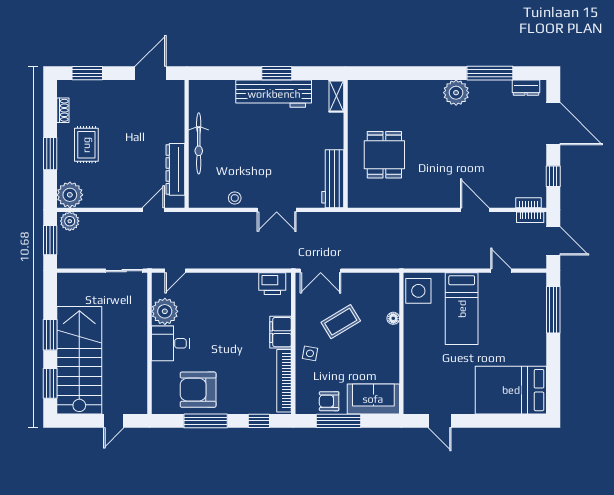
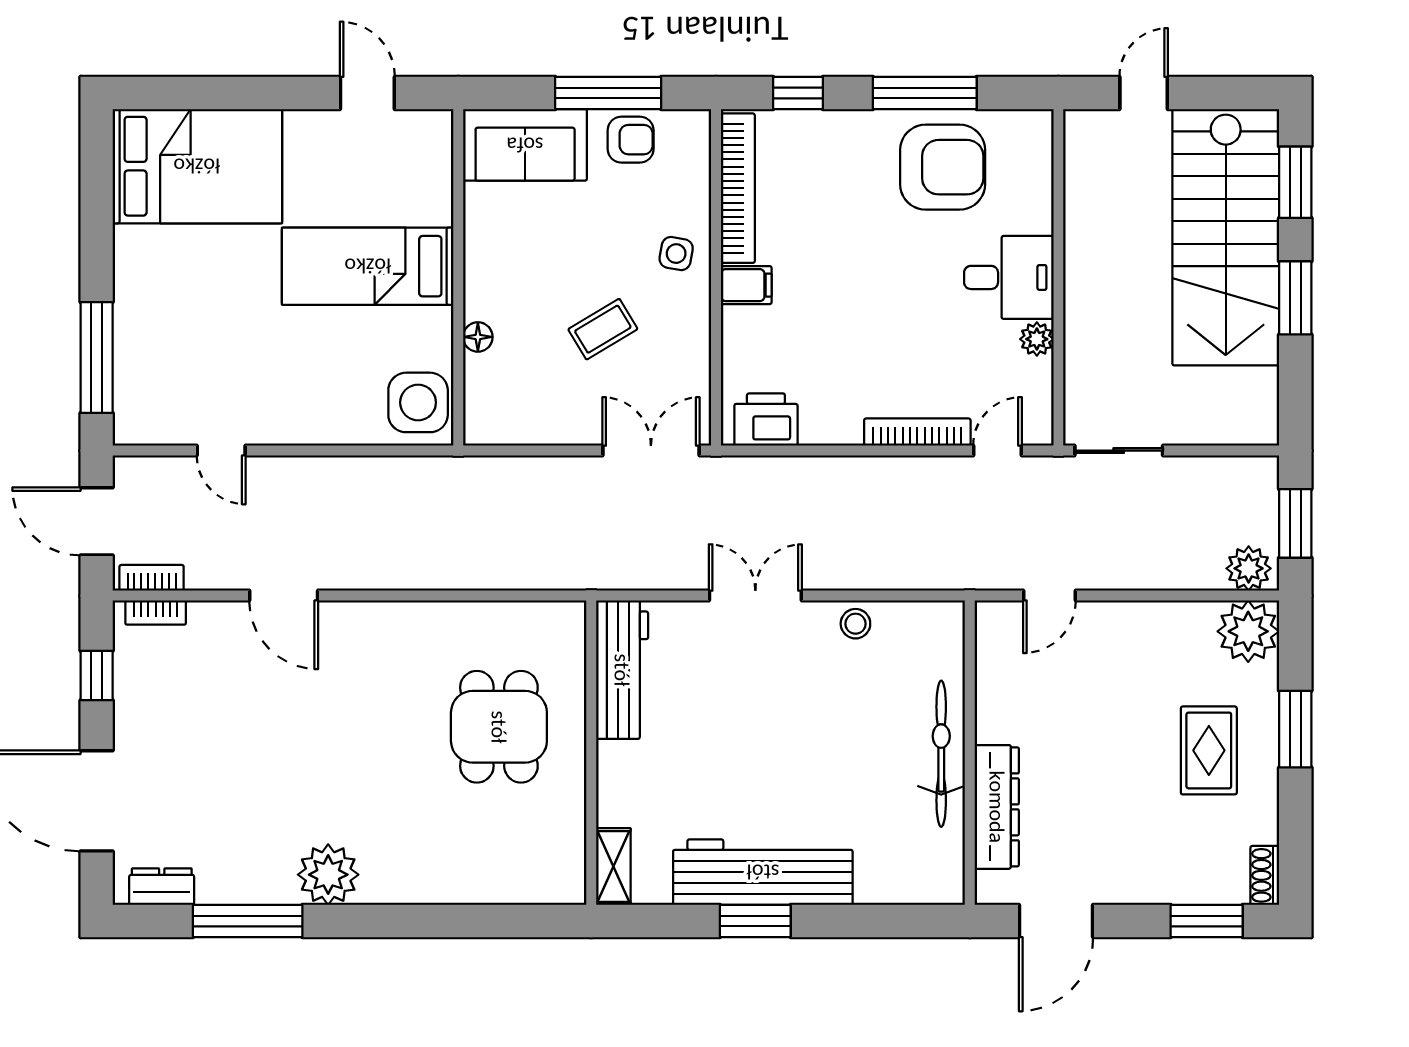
shoe rack: (63, 110) -> (1265, 875), moved
dresser: (175, 169) -> (997, 807), moved
bookcase: (209, 278) -> (917, 432), added
bed: (462, 309) -> (368, 266), moved, turned -90
plant: (165, 311) -> (1037, 339), width x0.53, depth x0.53
coffee table: (341, 322) -> (603, 329), width x0.73, depth x0.77
filing cabinet: (281, 332) -> (746, 285), width x0.50

